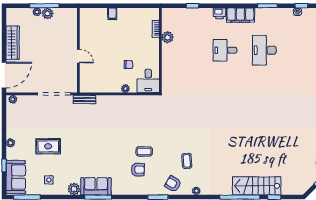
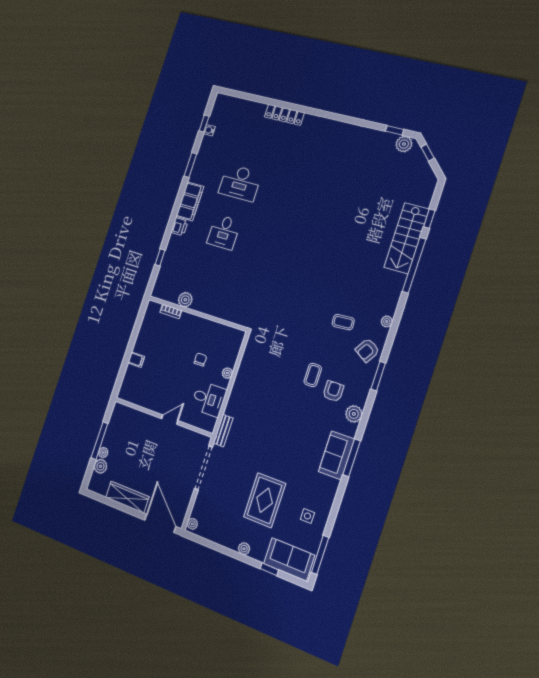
plant: (48, 13) -> (100, 466), moved
desk: (148, 81) -> (209, 399), moved
rug: (48, 146) -> (265, 500), width x1.36, depth x1.43
plant: (74, 189) -> (354, 414), moved

